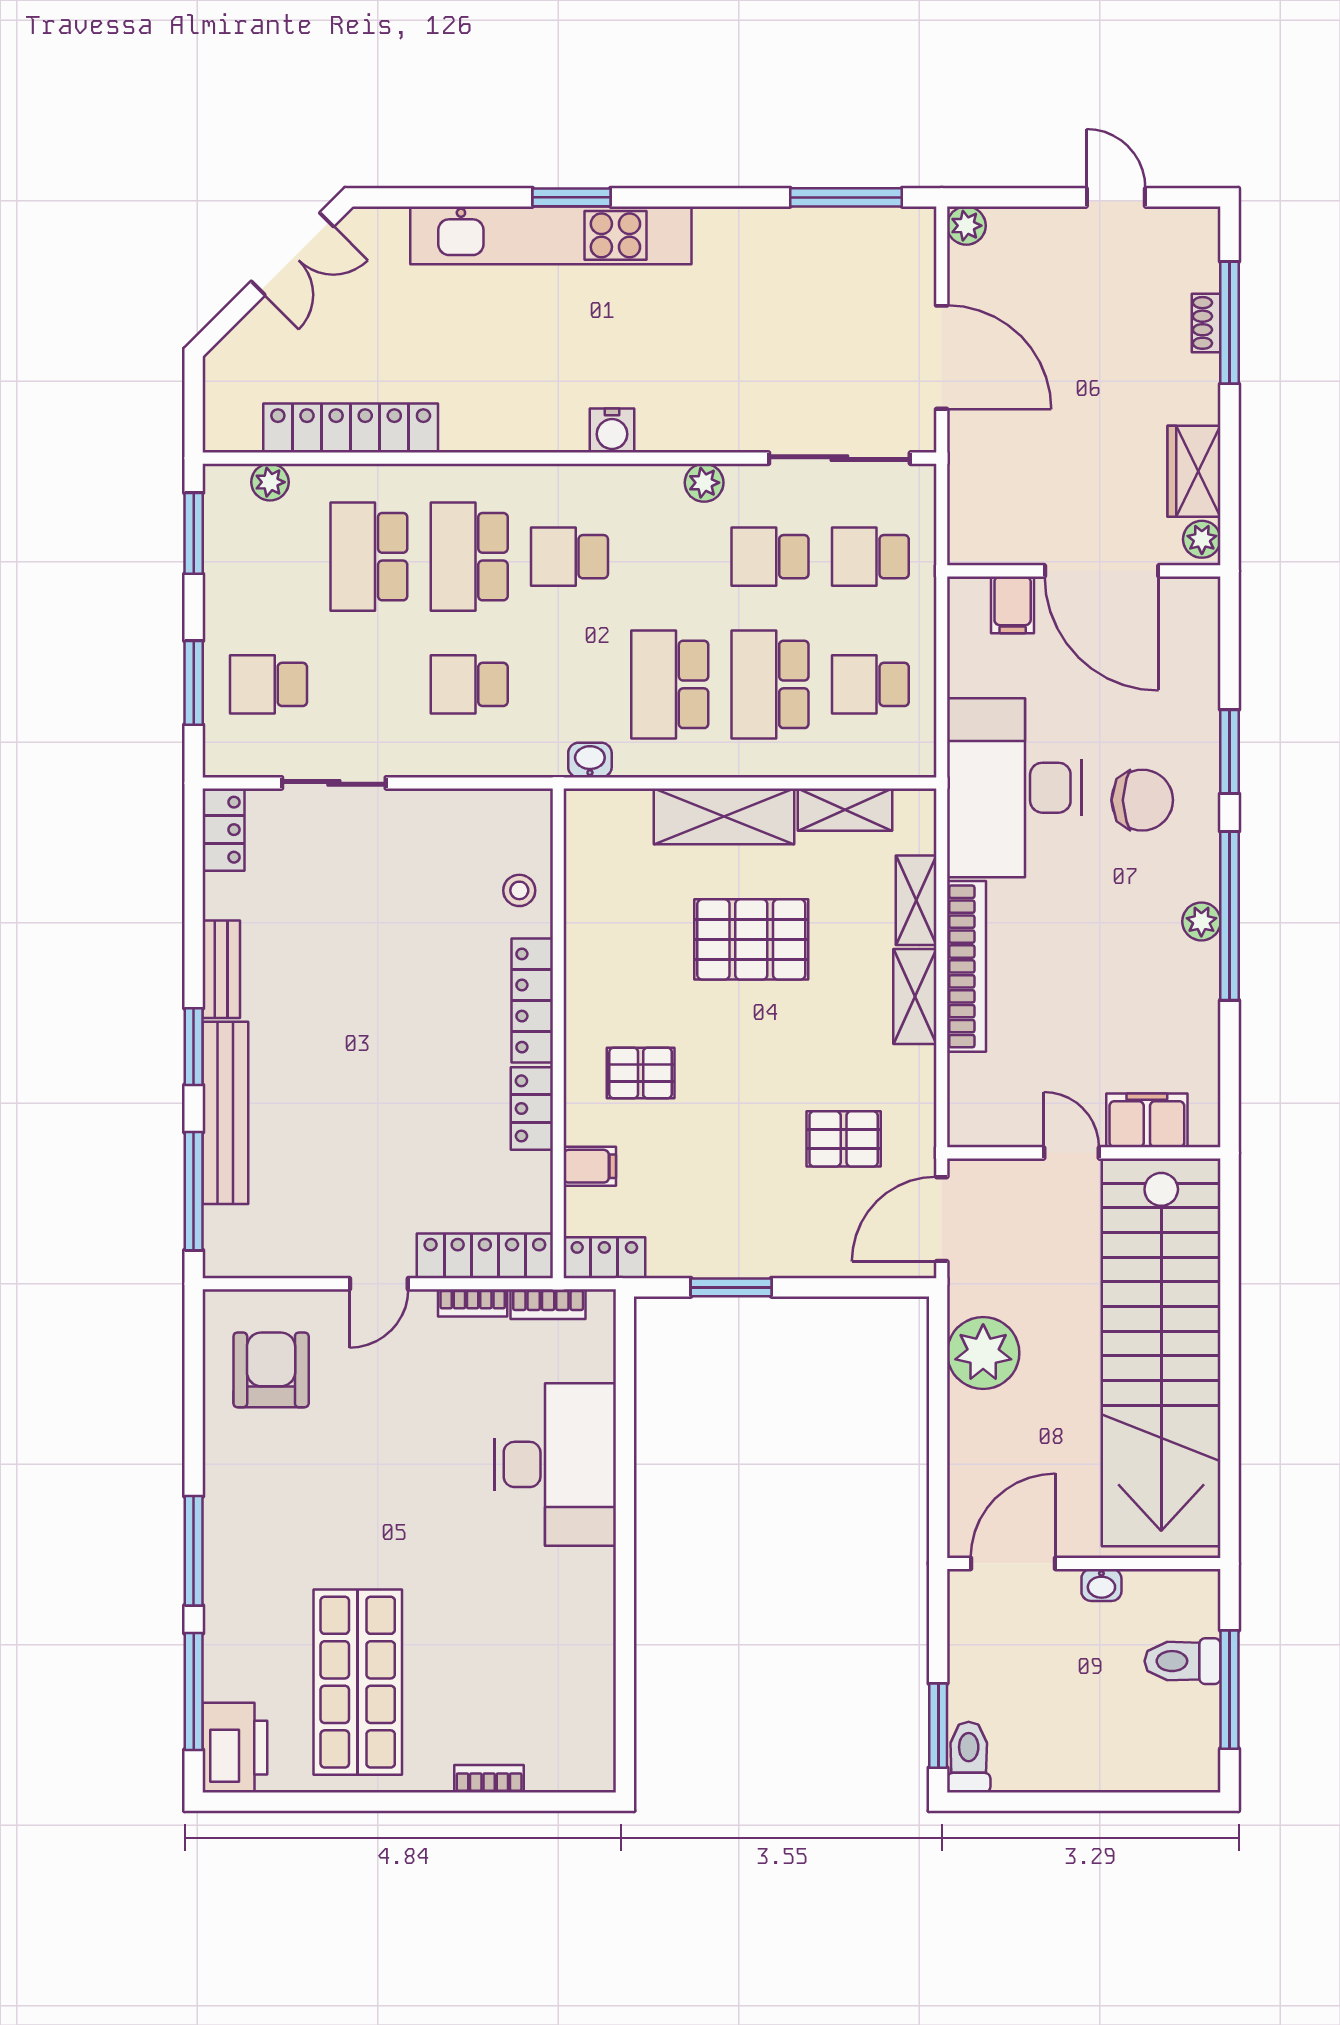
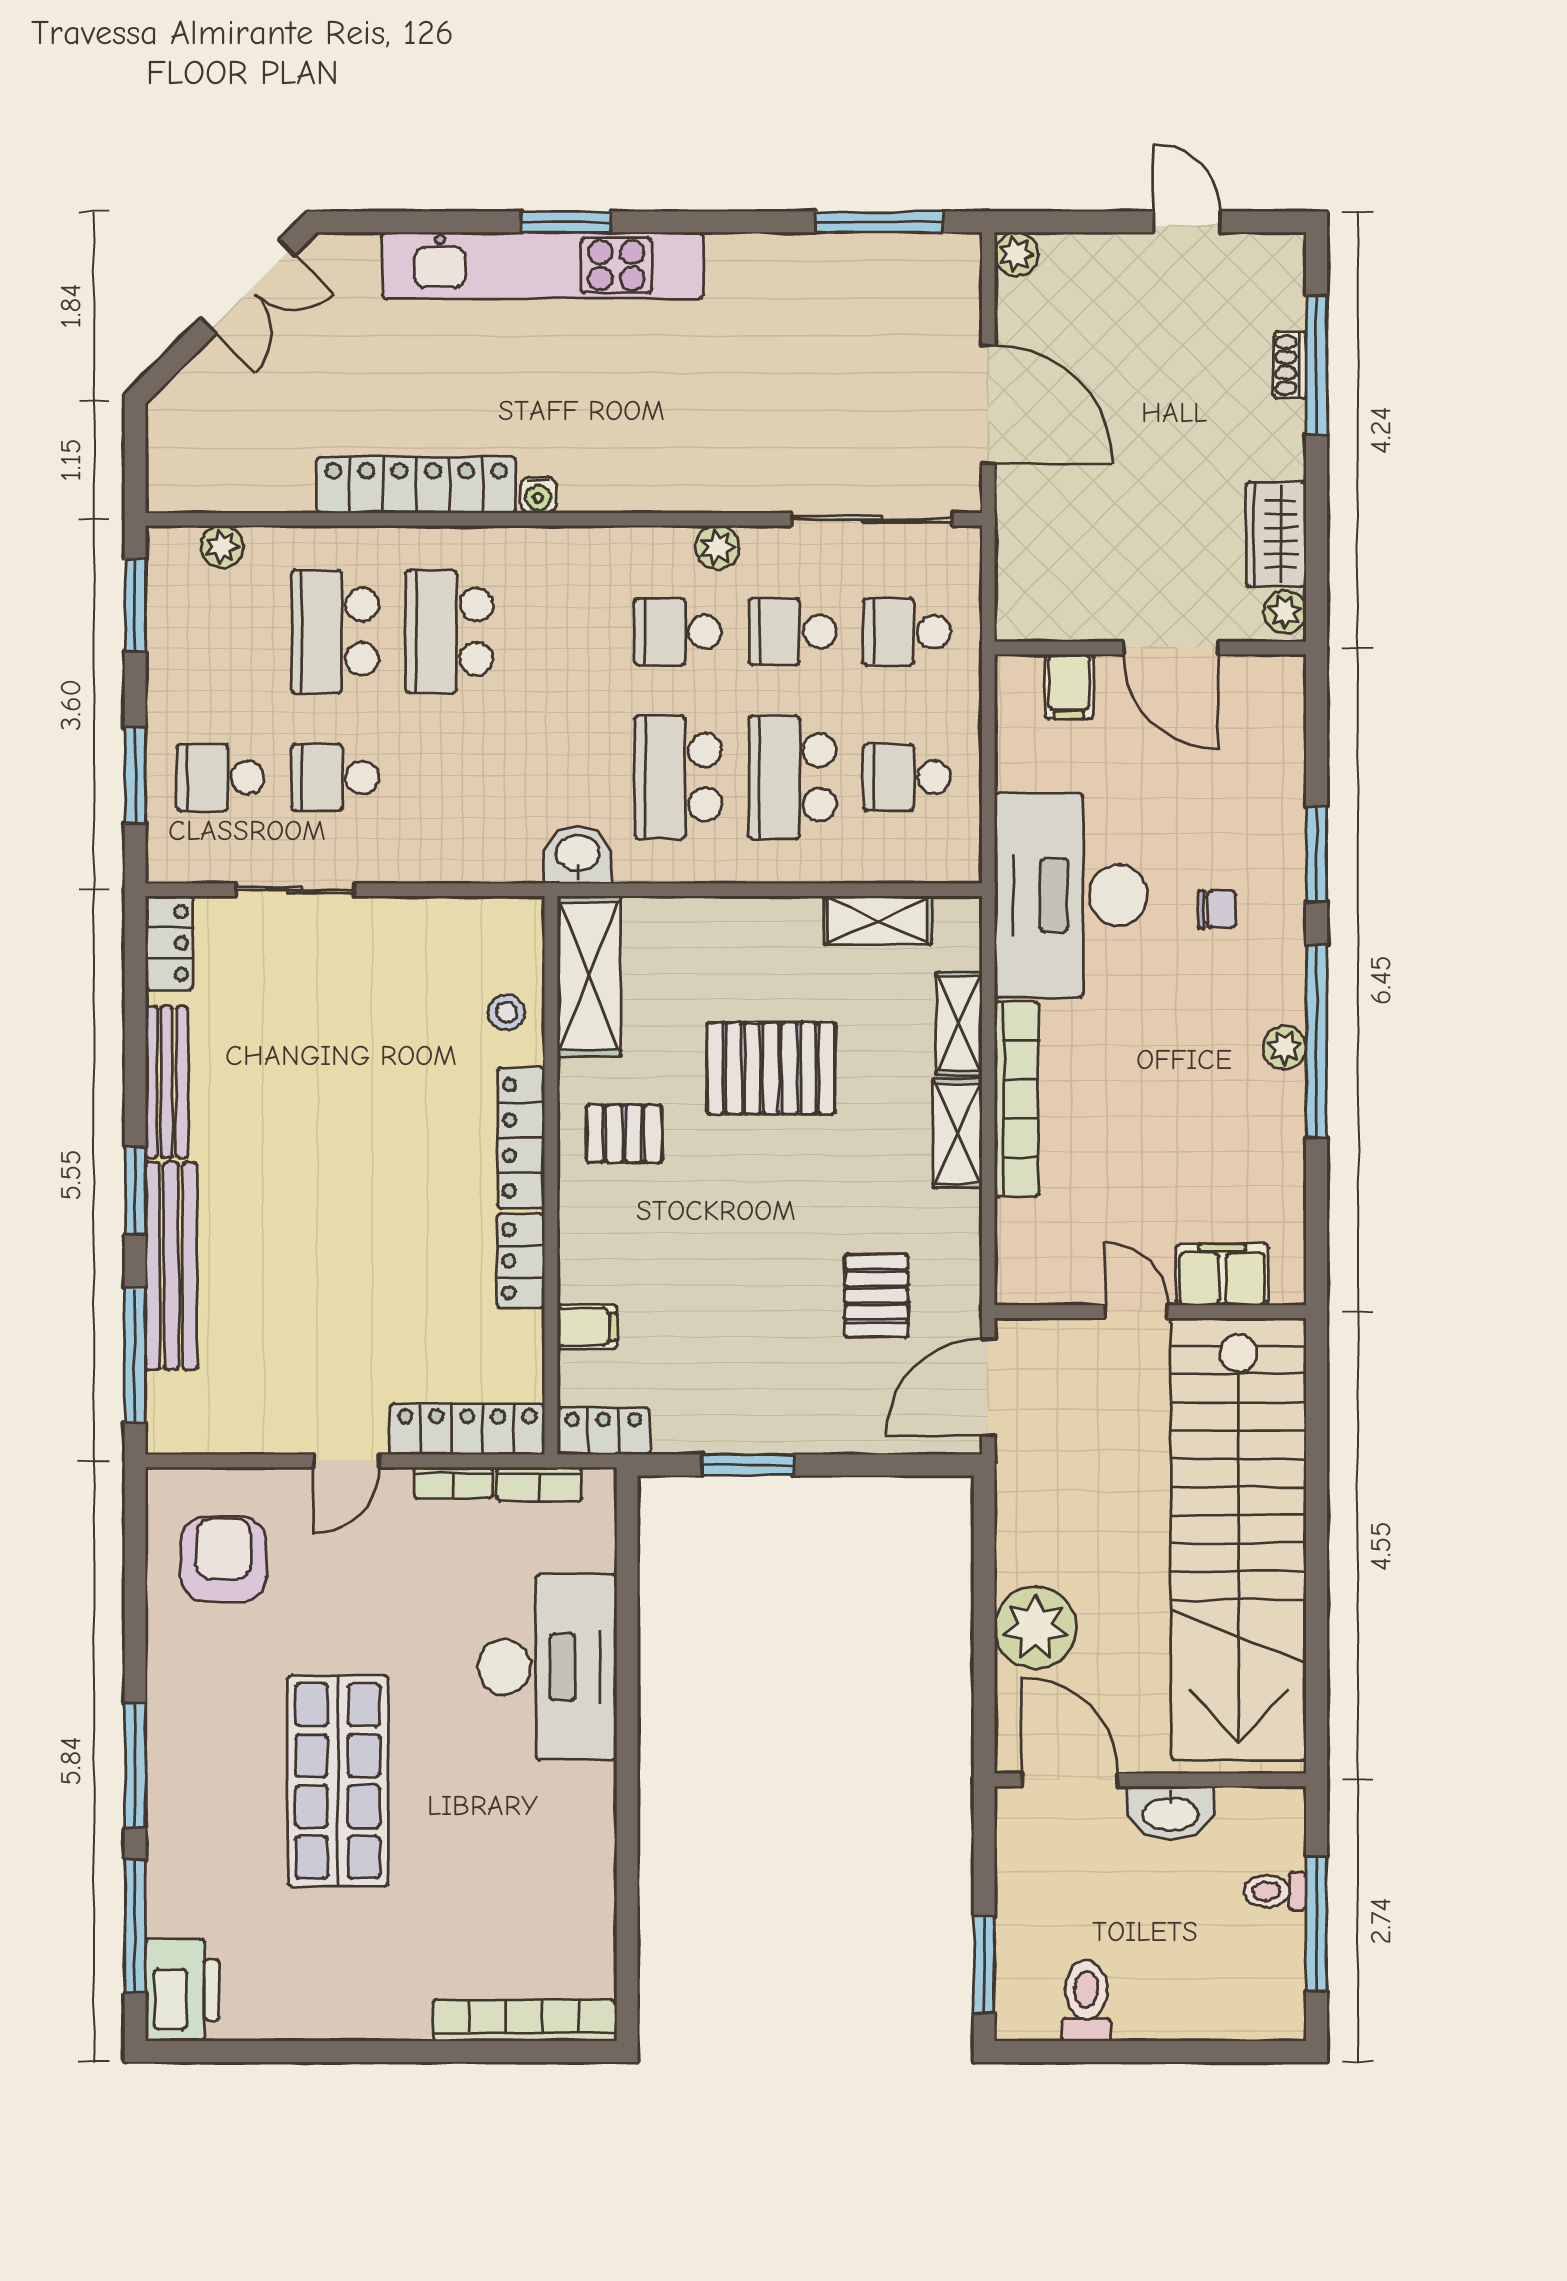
locker: (351, 428) -> (416, 485), moved
water cooler: (612, 430) -> (538, 495), moved, width x0.72, depth x0.72
school desk: (569, 557) -> (678, 632), moved
door: (1102, 571) -> (1171, 648), width x0.73
school desk: (469, 684) -> (335, 777), moved
washbasin: (590, 760) -> (578, 855), width x1.38, depth x1.45
chair: (1142, 800) -> (1217, 909), width x0.54, depth x0.54
shelving: (724, 816) -> (589, 976), moved, turned 90
bench: (221, 969) -> (167, 1082), width x1.36
pallet: (641, 1073) -> (624, 1134), moved
pallet: (844, 1139) -> (876, 1296), turned 90
plant: (983, 1353) -> (1036, 1628), moved
door: (1013, 1563) -> (1070, 1780), hinge flipped
washbasin: (1101, 1585) -> (1170, 1813), width x1.91, depth x1.45
toilet: (1183, 1661) -> (1275, 1891), width x0.73, depth x0.72
shop shelf: (358, 1682) -> (338, 1781), moved
toilet: (969, 1757) -> (1086, 2001), moved
bookcase: (489, 1779) -> (524, 2020), width x2.31, depth x1.31

